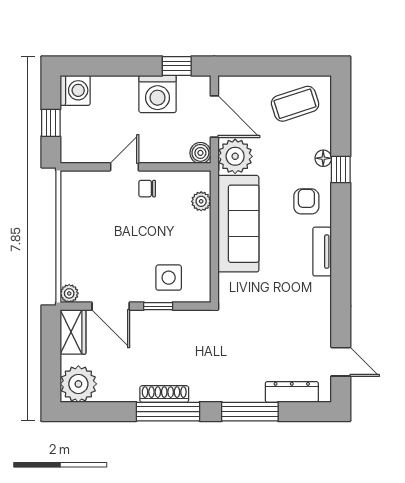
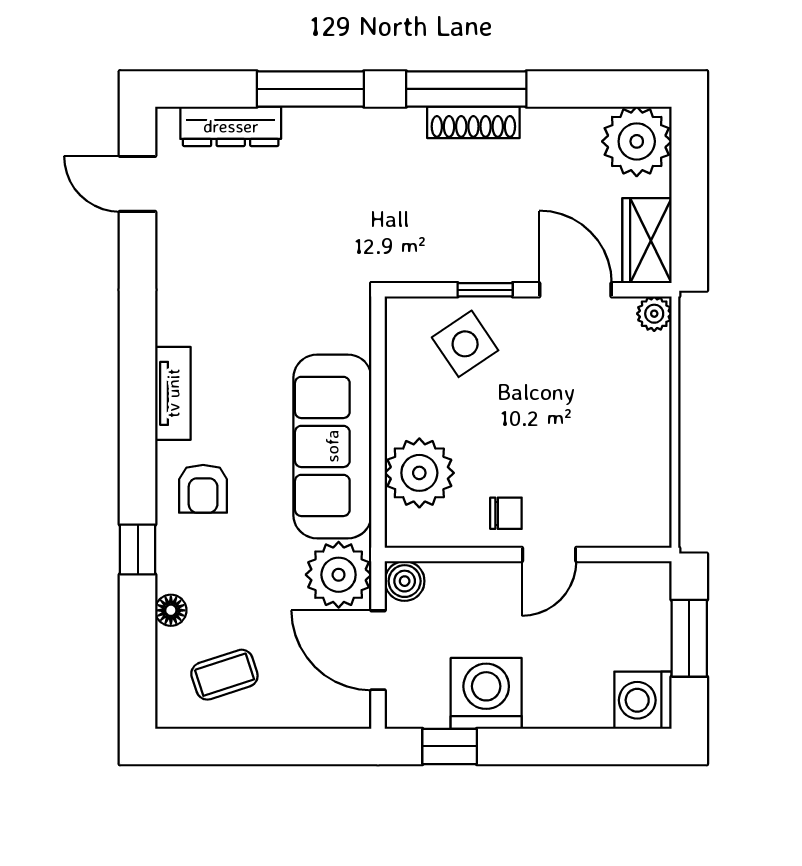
coffee table: (295, 104) -> (224, 675), width x0.73, depth x0.77
window: (51, 123) -> (689, 638), width x1.50
floor lamp: (323, 158) -> (171, 610), moved
plant: (201, 201) -> (419, 473), width x1.87, depth x1.87
side table: (169, 278) -> (465, 344), turned -34

